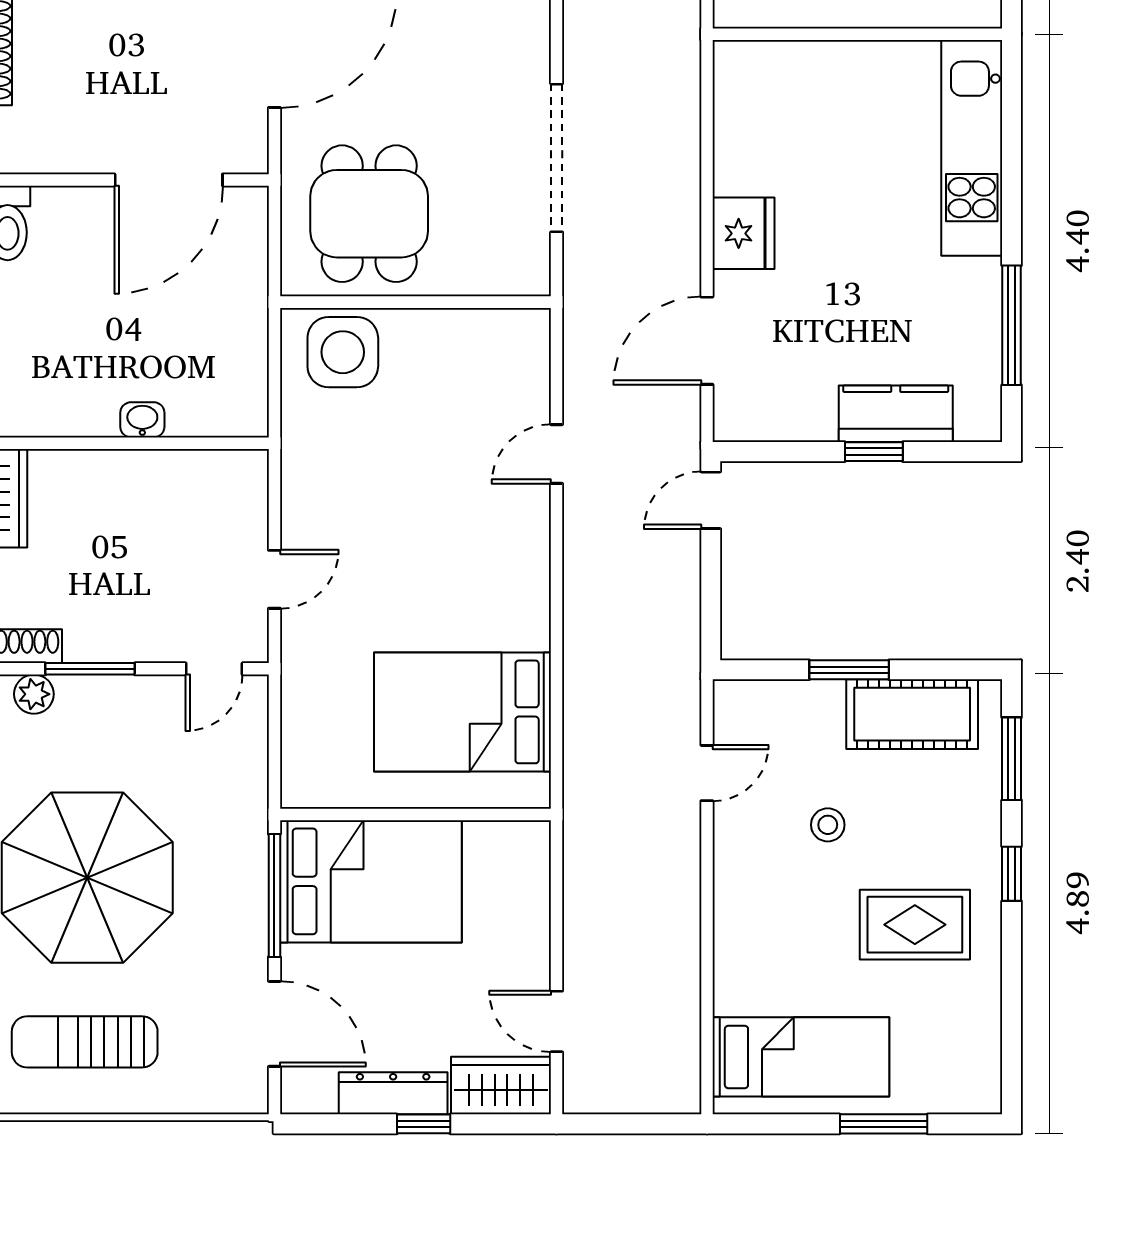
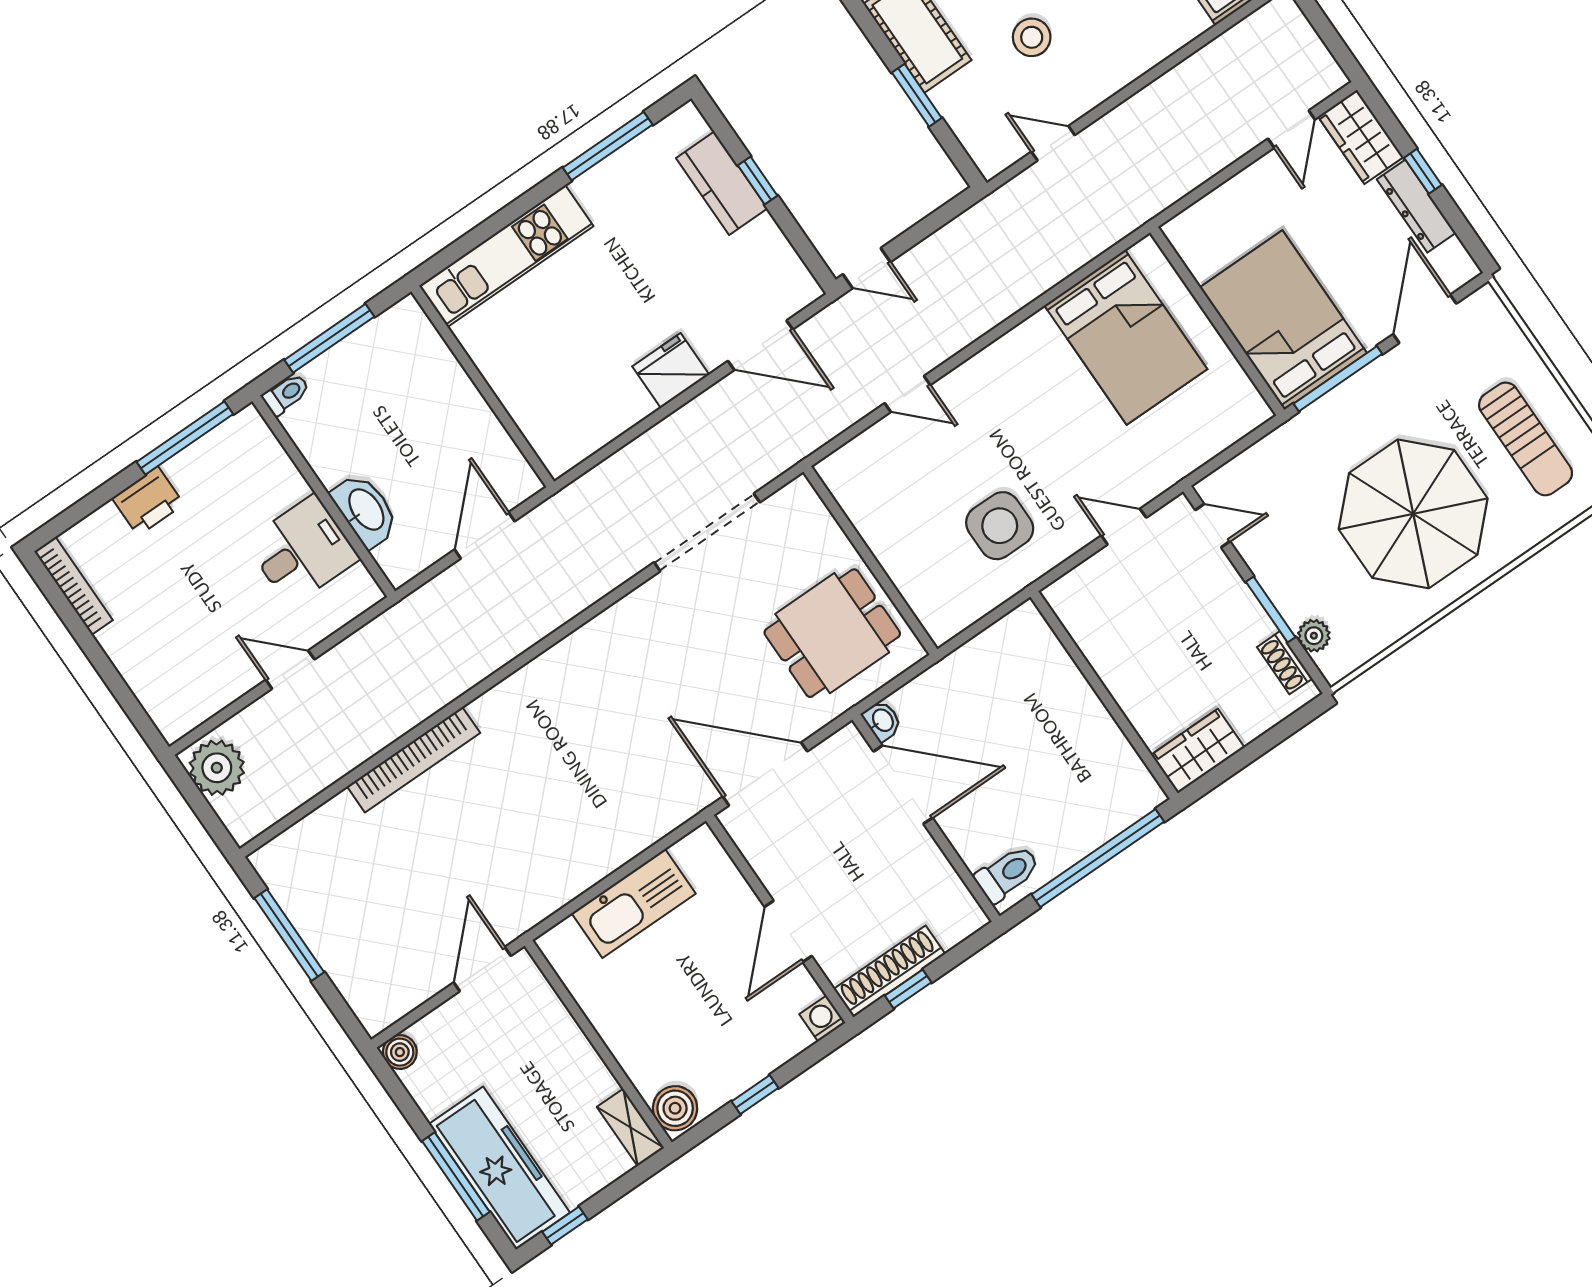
side table: (343, 352) -> (1000, 526), moved
washbasin: (142, 420) -> (882, 721), moved, turned 180
stool: (828, 825) -> (1032, 37), width x1.37, depth x1.37

